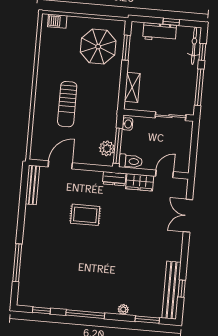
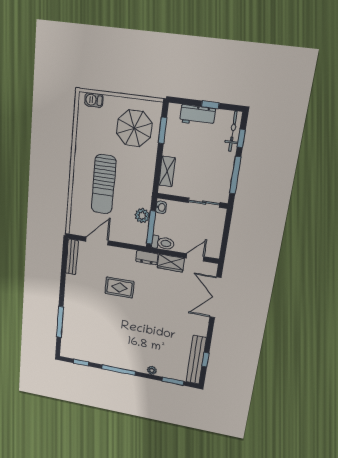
sun lounger: (67, 104) -> (104, 184), width x1.36, depth x1.34
plant: (107, 148) -> (142, 216), moved
double door: (188, 216) -> (215, 297), width x1.37

